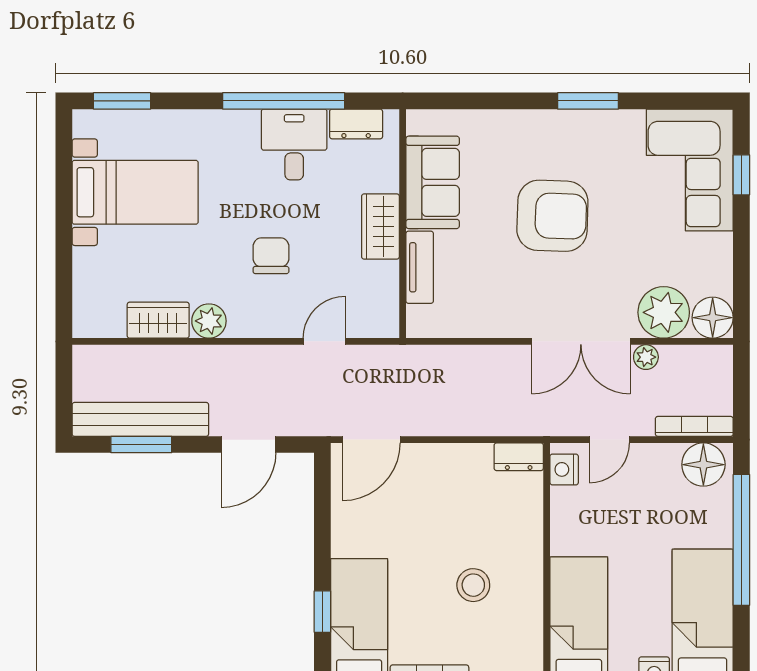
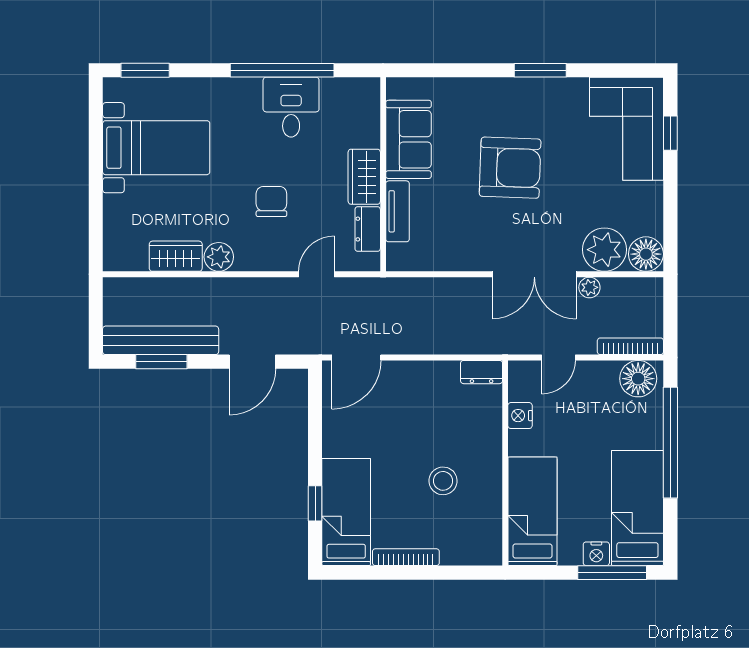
dresser: (356, 124) -> (368, 229), moved, turned 90
nightstand: (564, 469) -> (520, 416), moved

